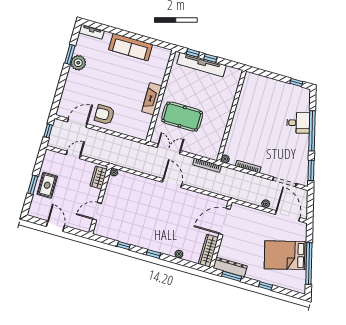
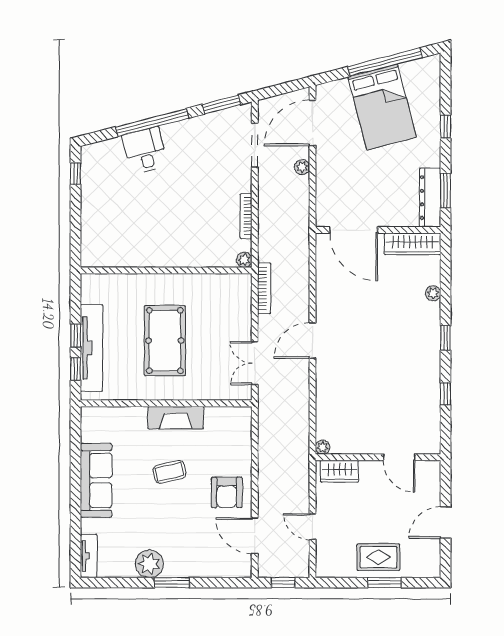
window: (70, 54) -> (172, 583), moved
coffee table: (124, 87) -> (170, 472), added
pool table: (182, 117) -> (165, 341), moved

